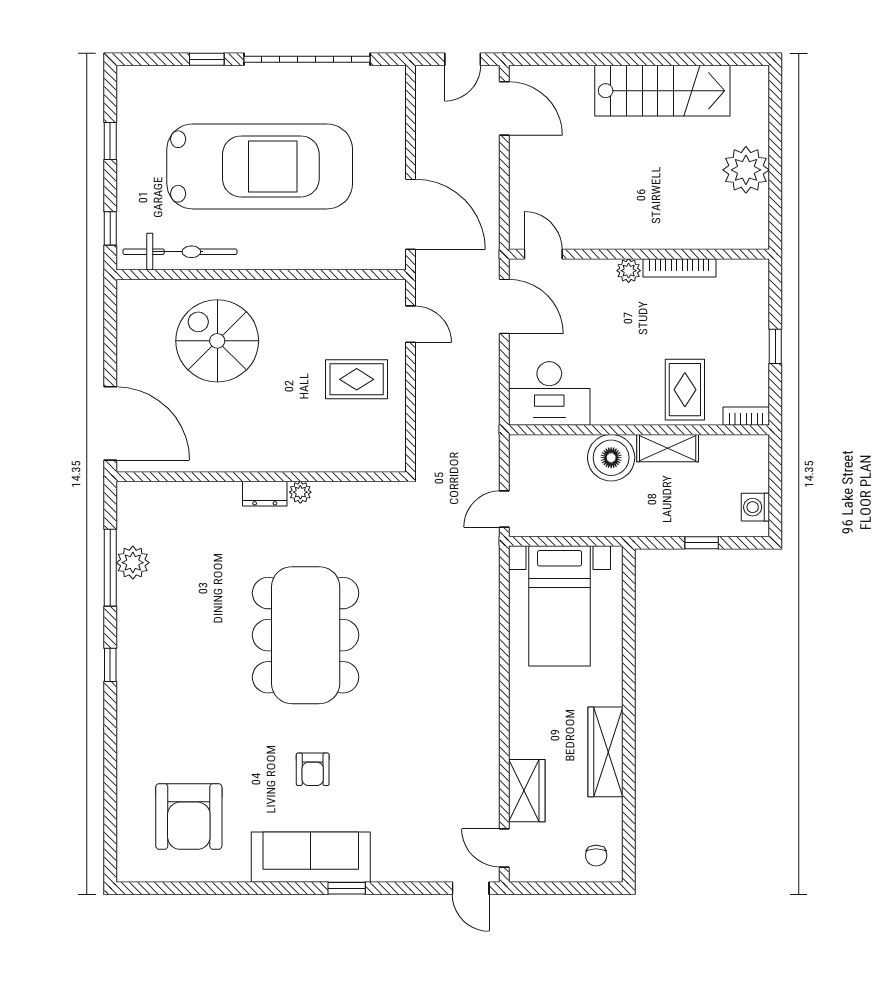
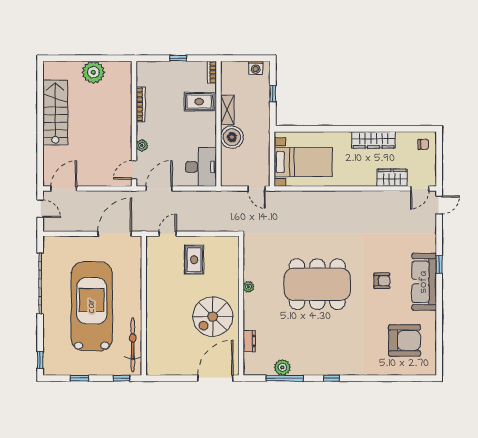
window: (207, 59) -> (40, 360), moved
plant: (629, 271) -> (142, 145), moved
spiral stairs: (217, 341) -> (213, 317), moved
dresser: (265, 494) -> (249, 341), moved

